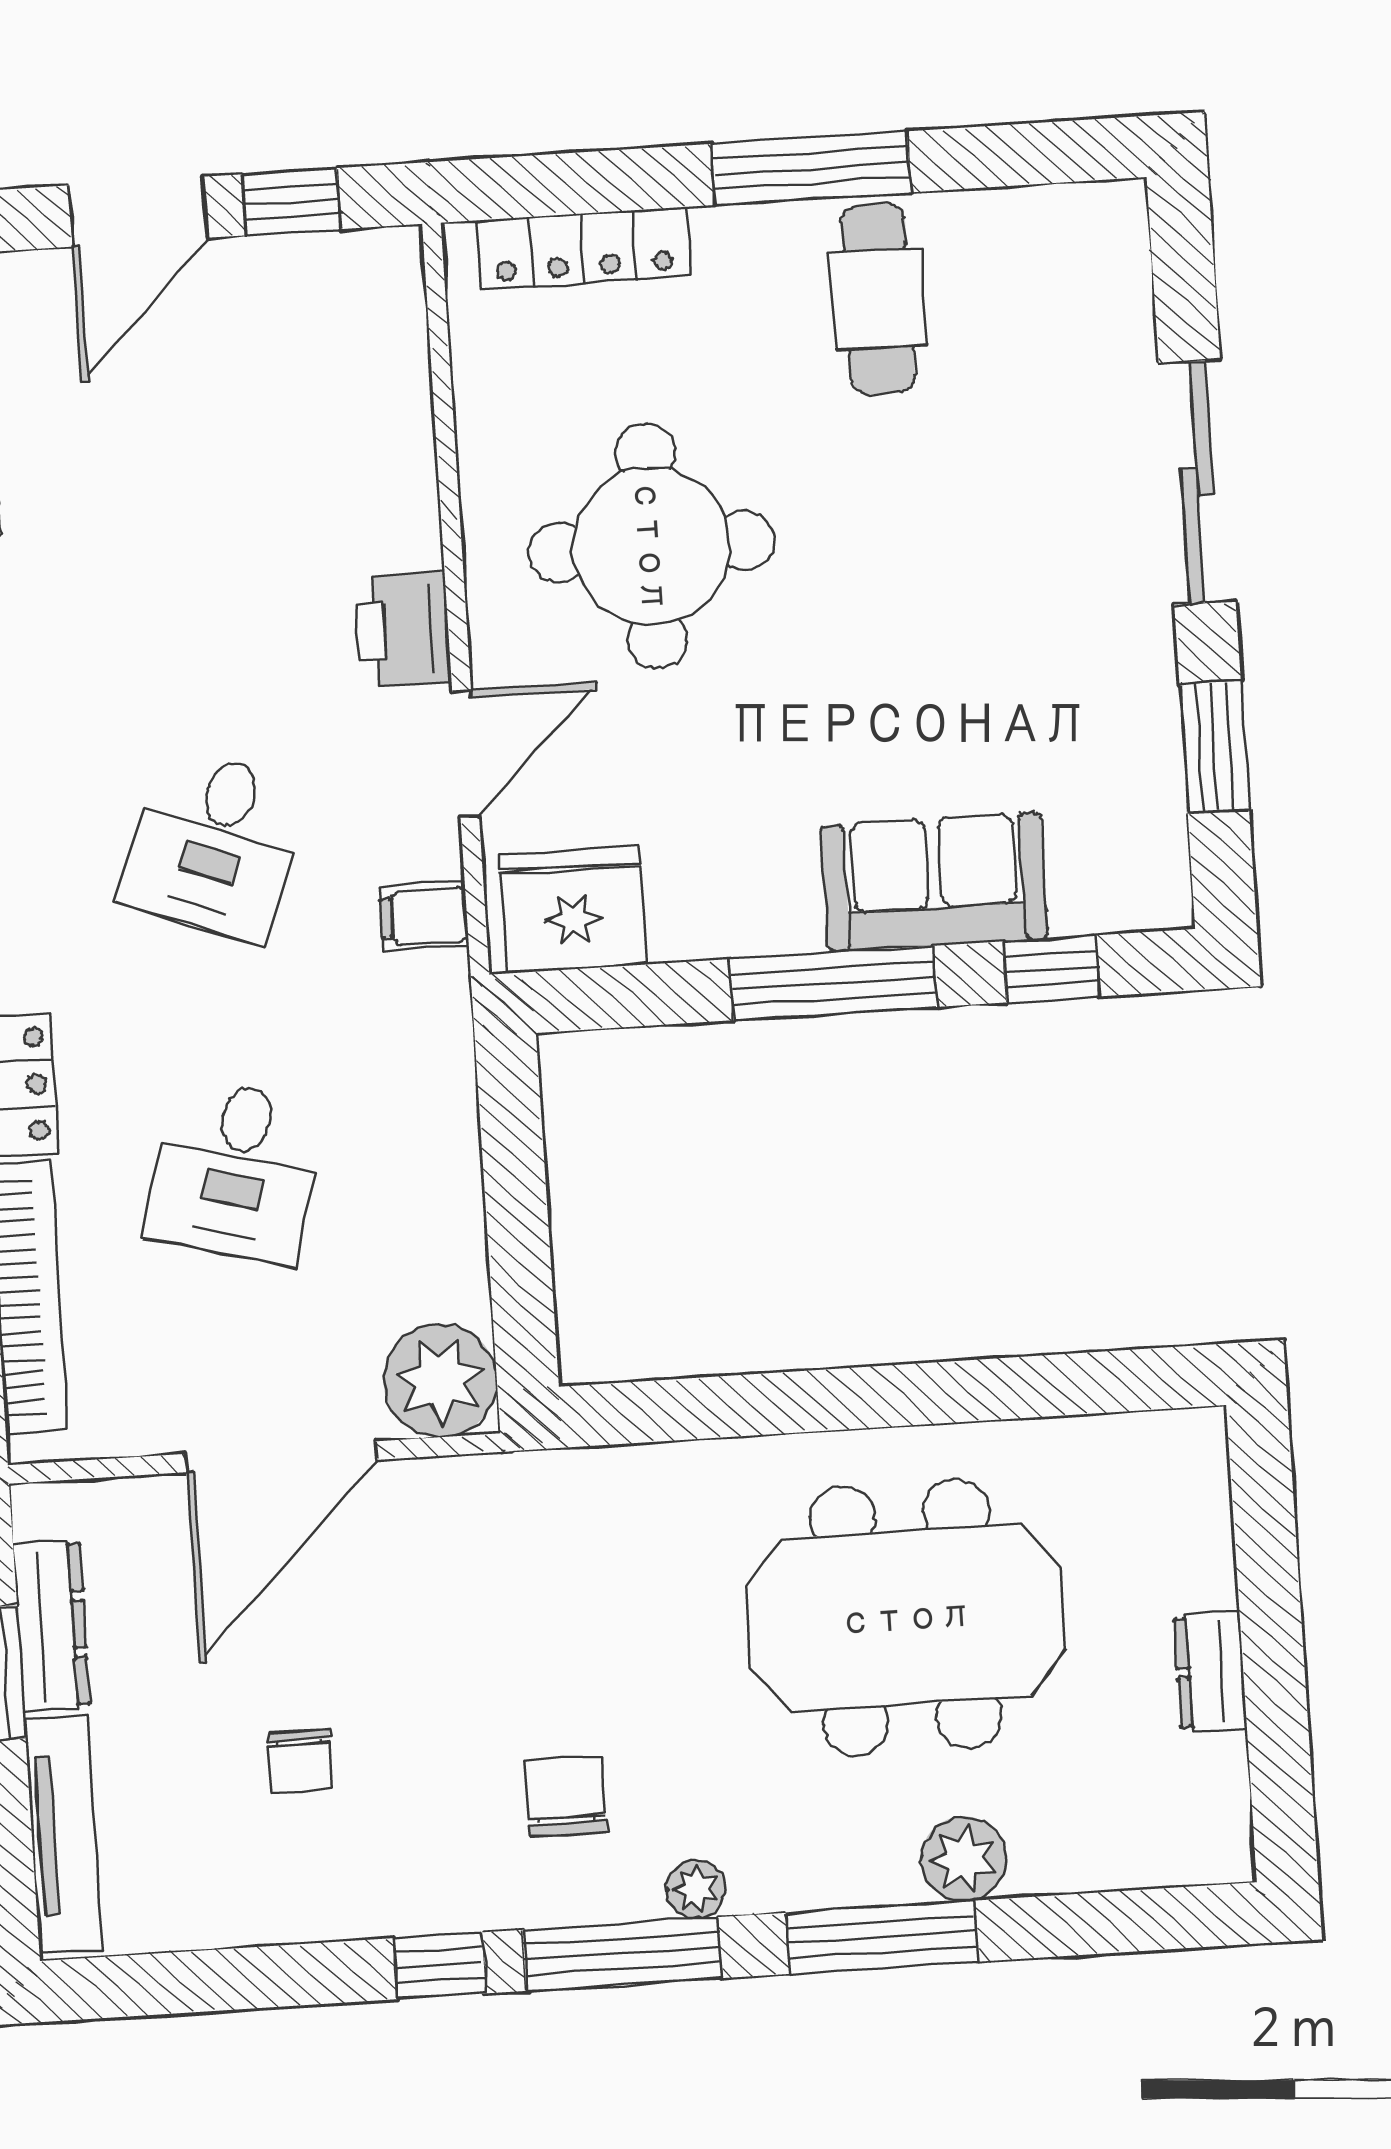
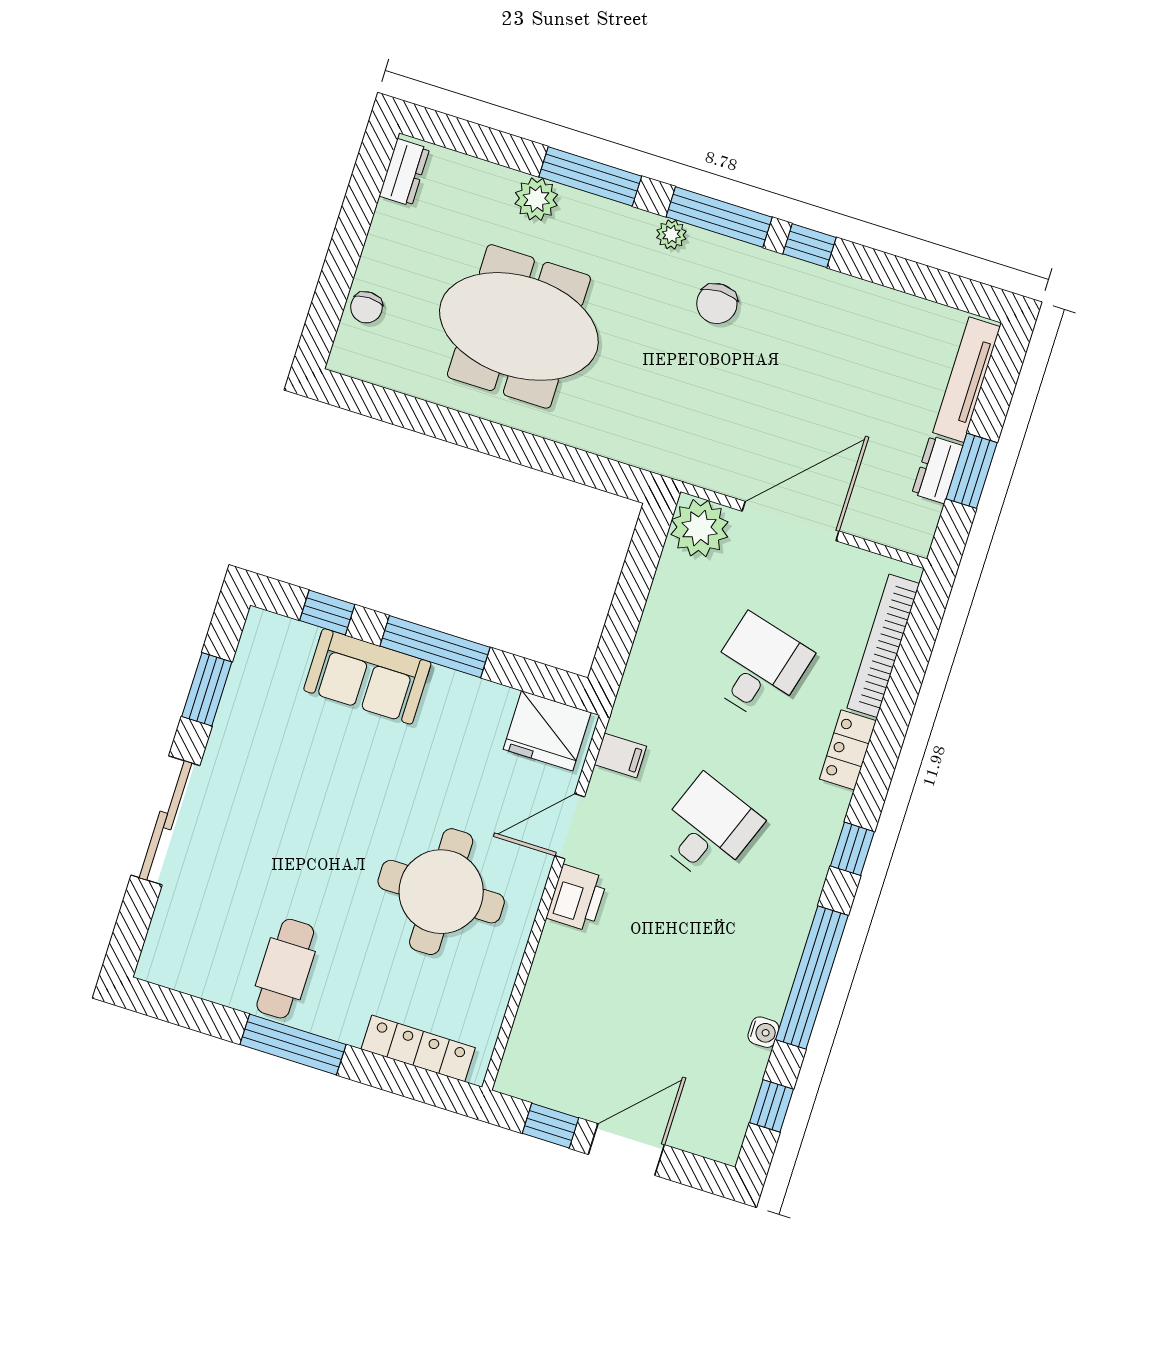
dresser: (51, 1626) -> (937, 470), width x0.70
dresser: (1210, 1671) -> (404, 172), moved
chair: (301, 1760) -> (366, 307), moved, turned 180

